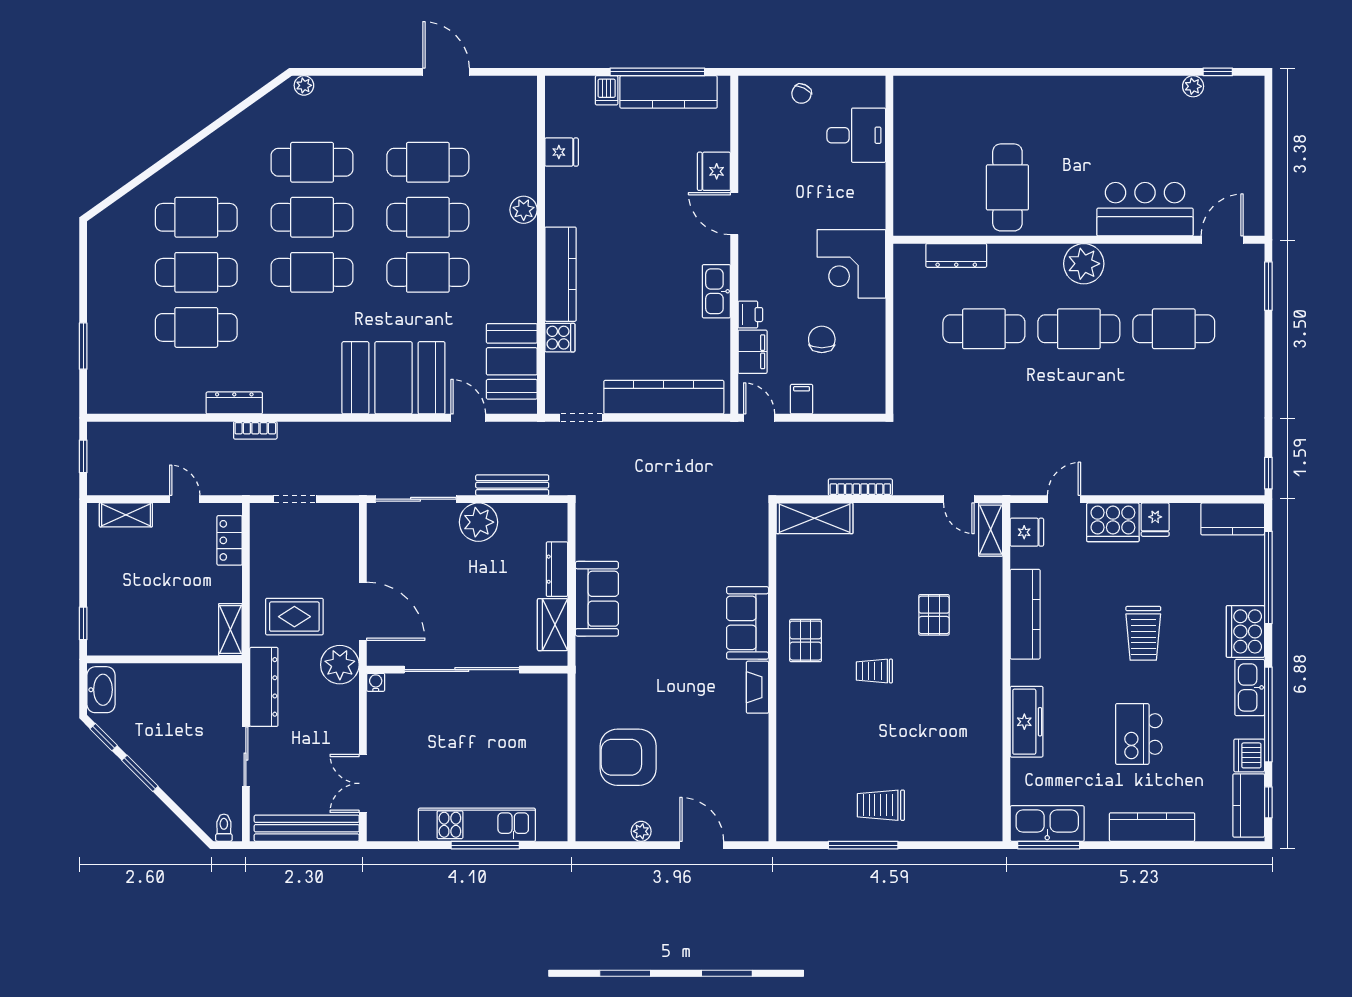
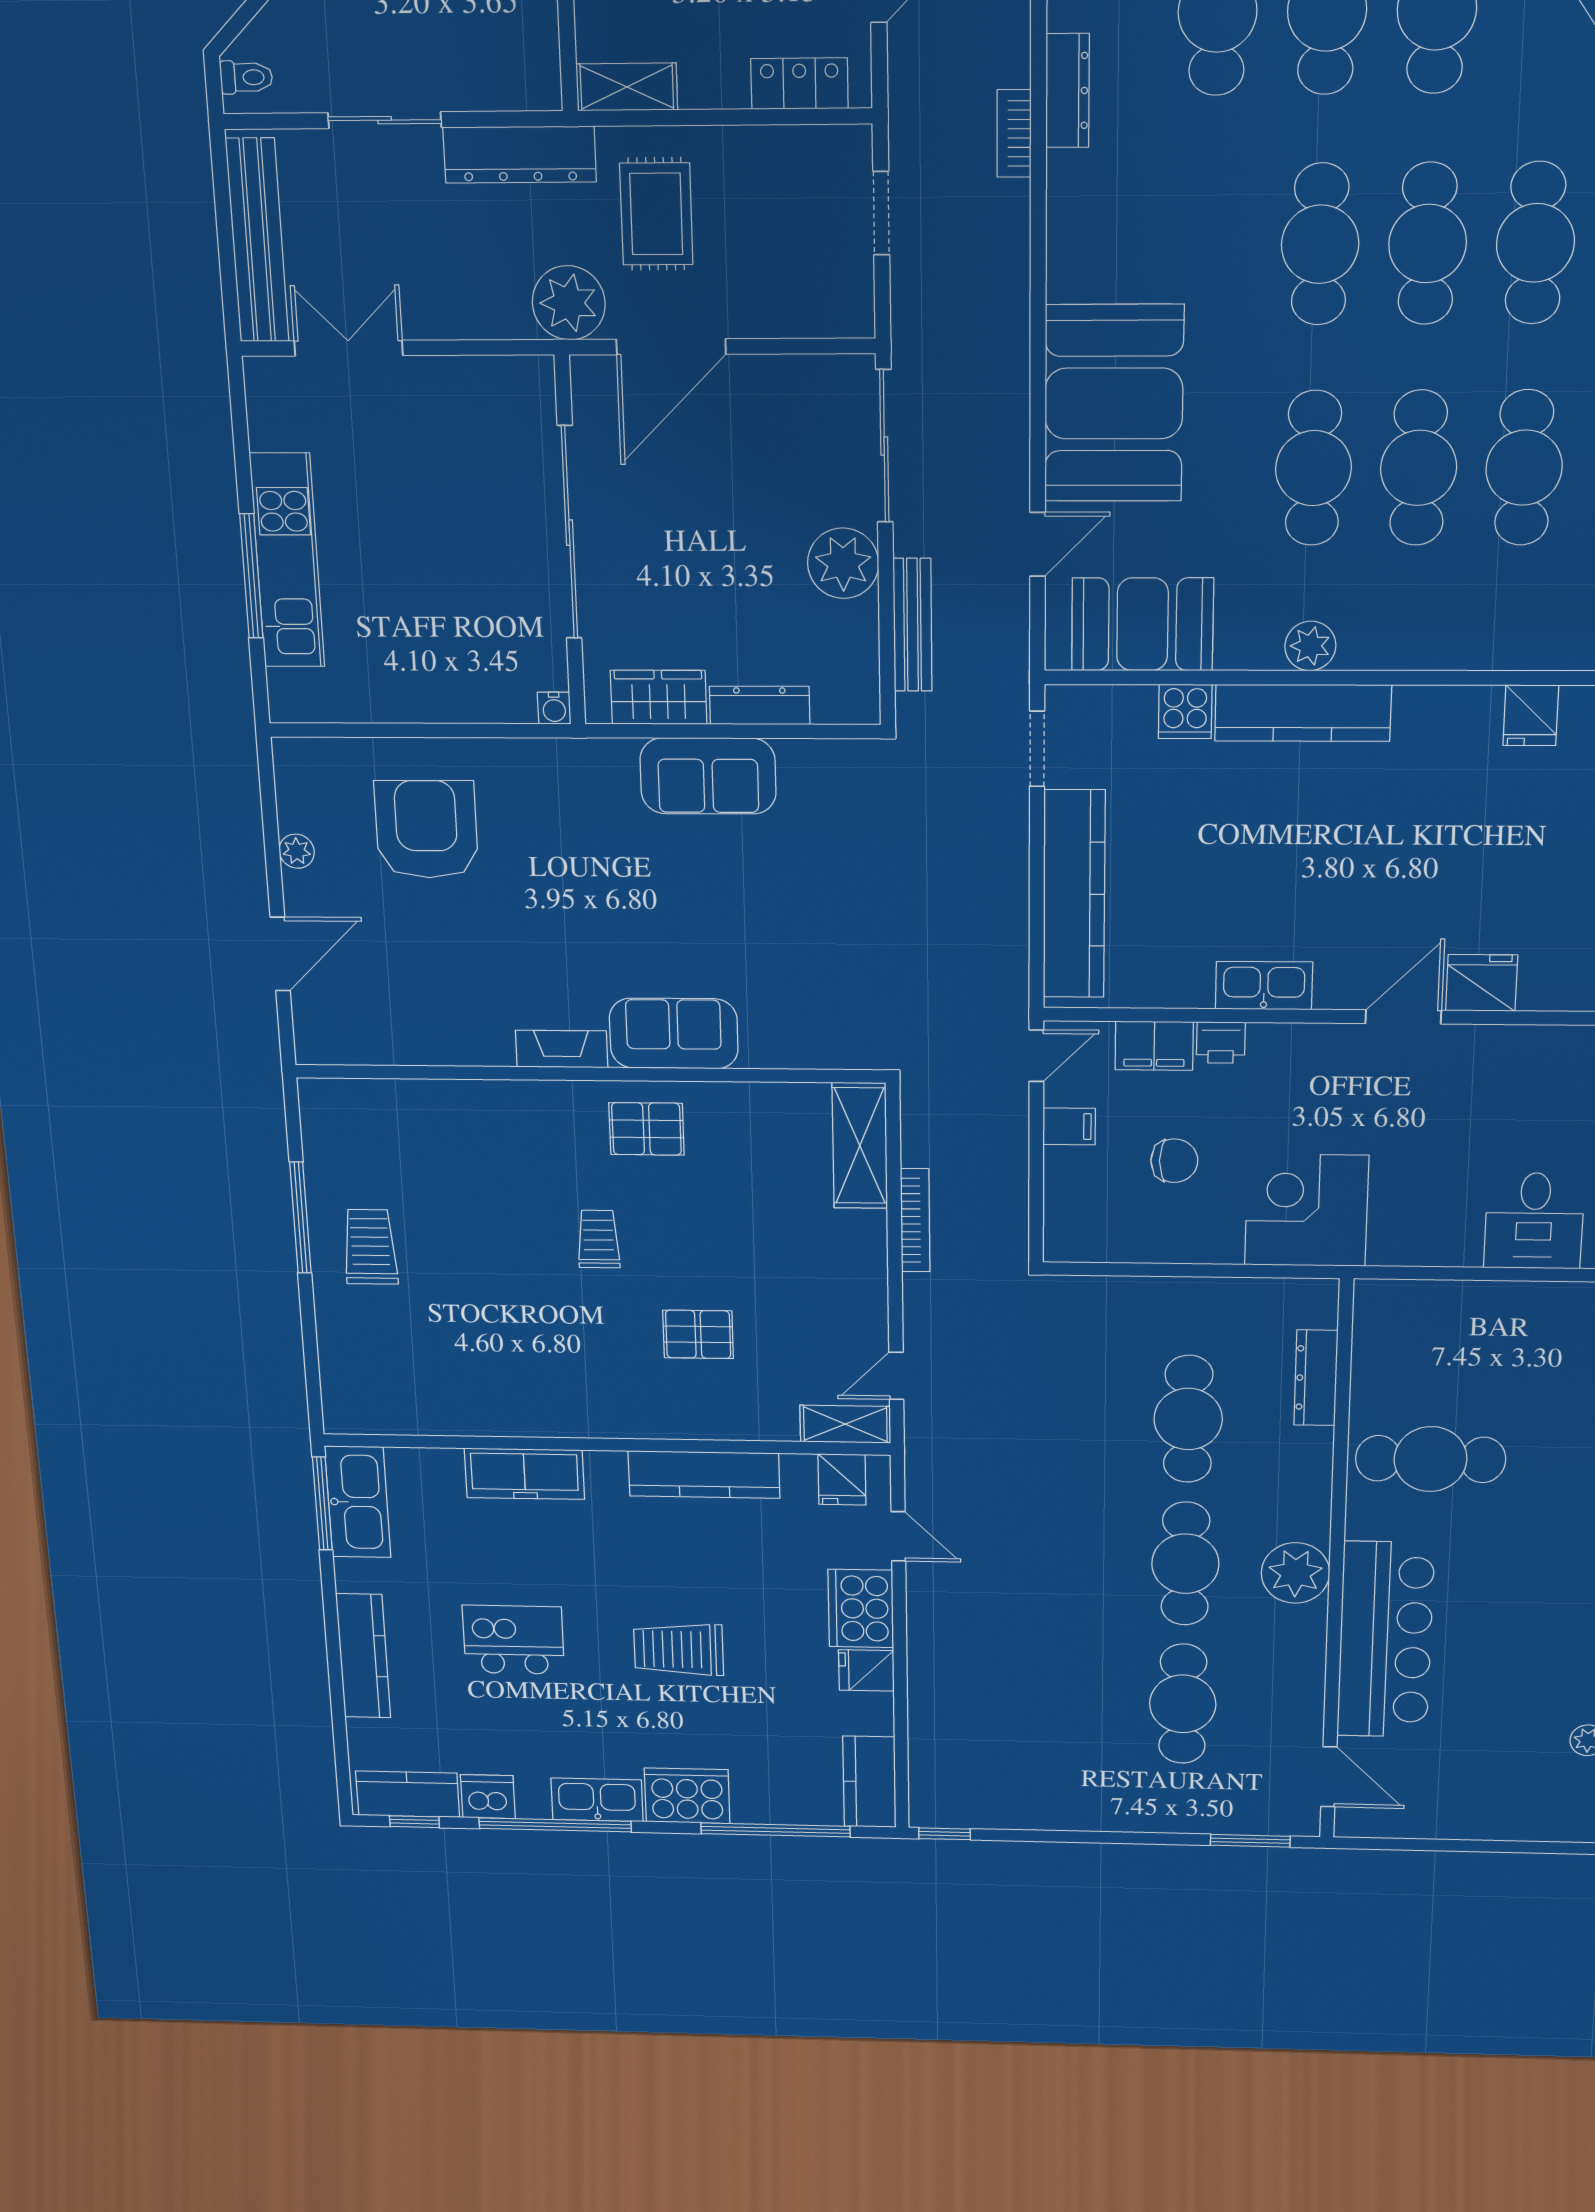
bar counter: (1145, 209) -> (1385, 1640), width x1.36
plant: (524, 210) -> (1310, 646), moved
water cooler: (376, 682) -> (554, 708), moved, turned 90

